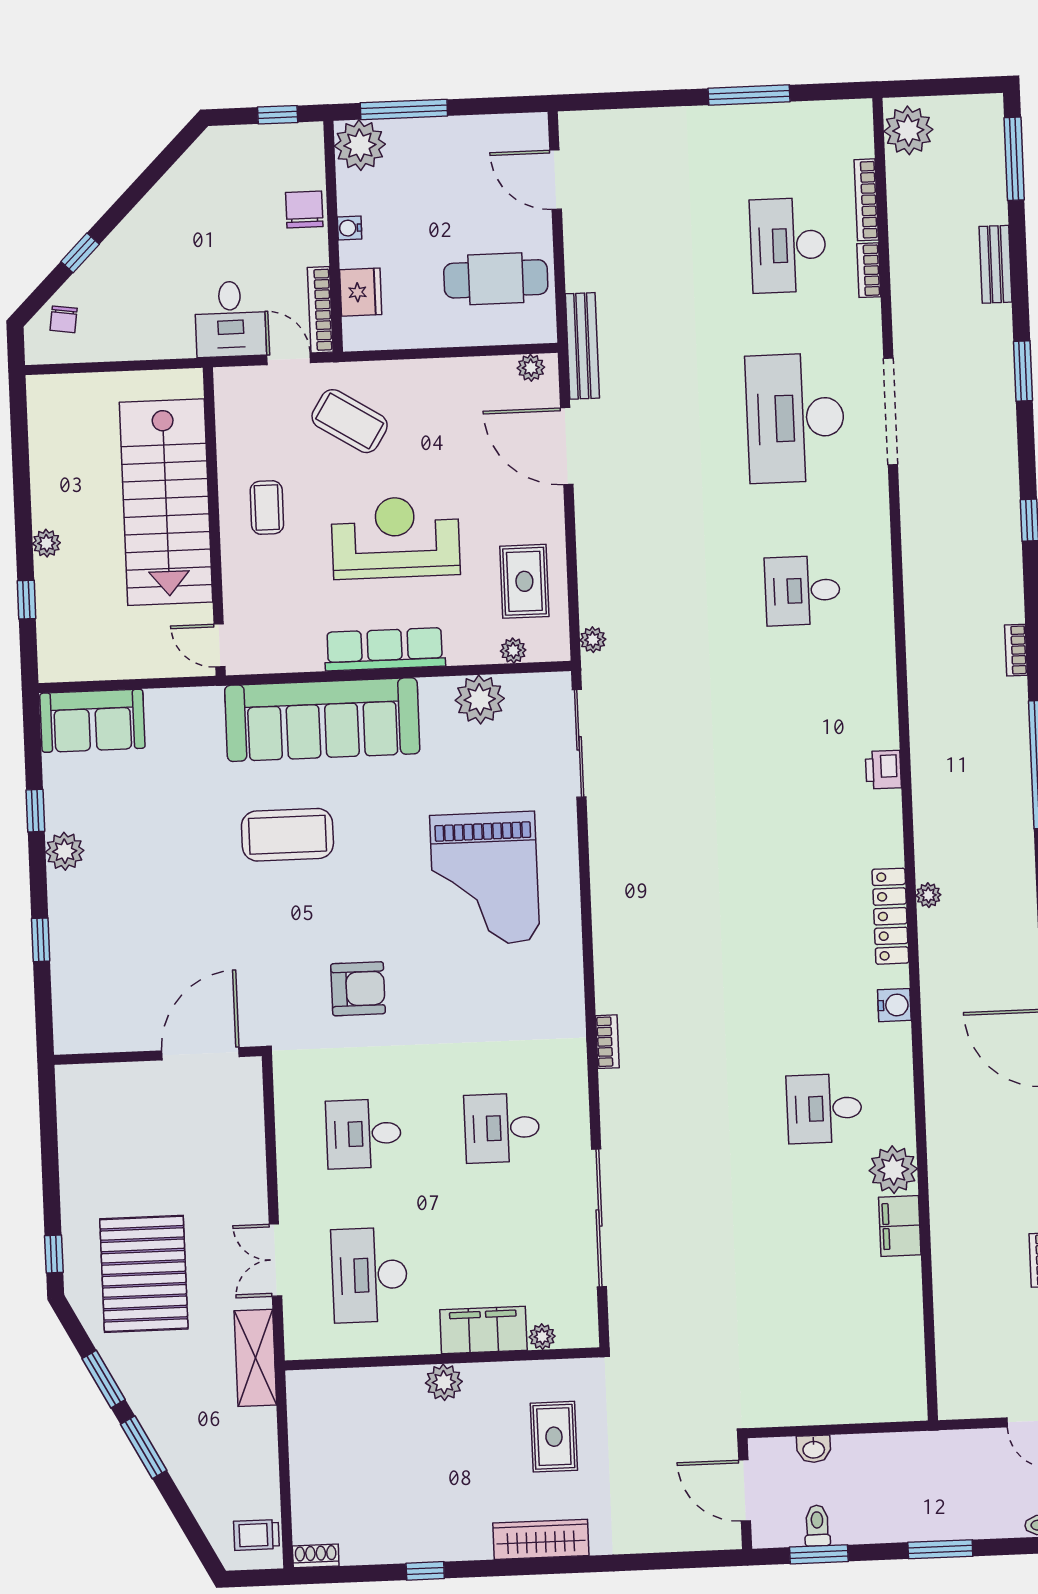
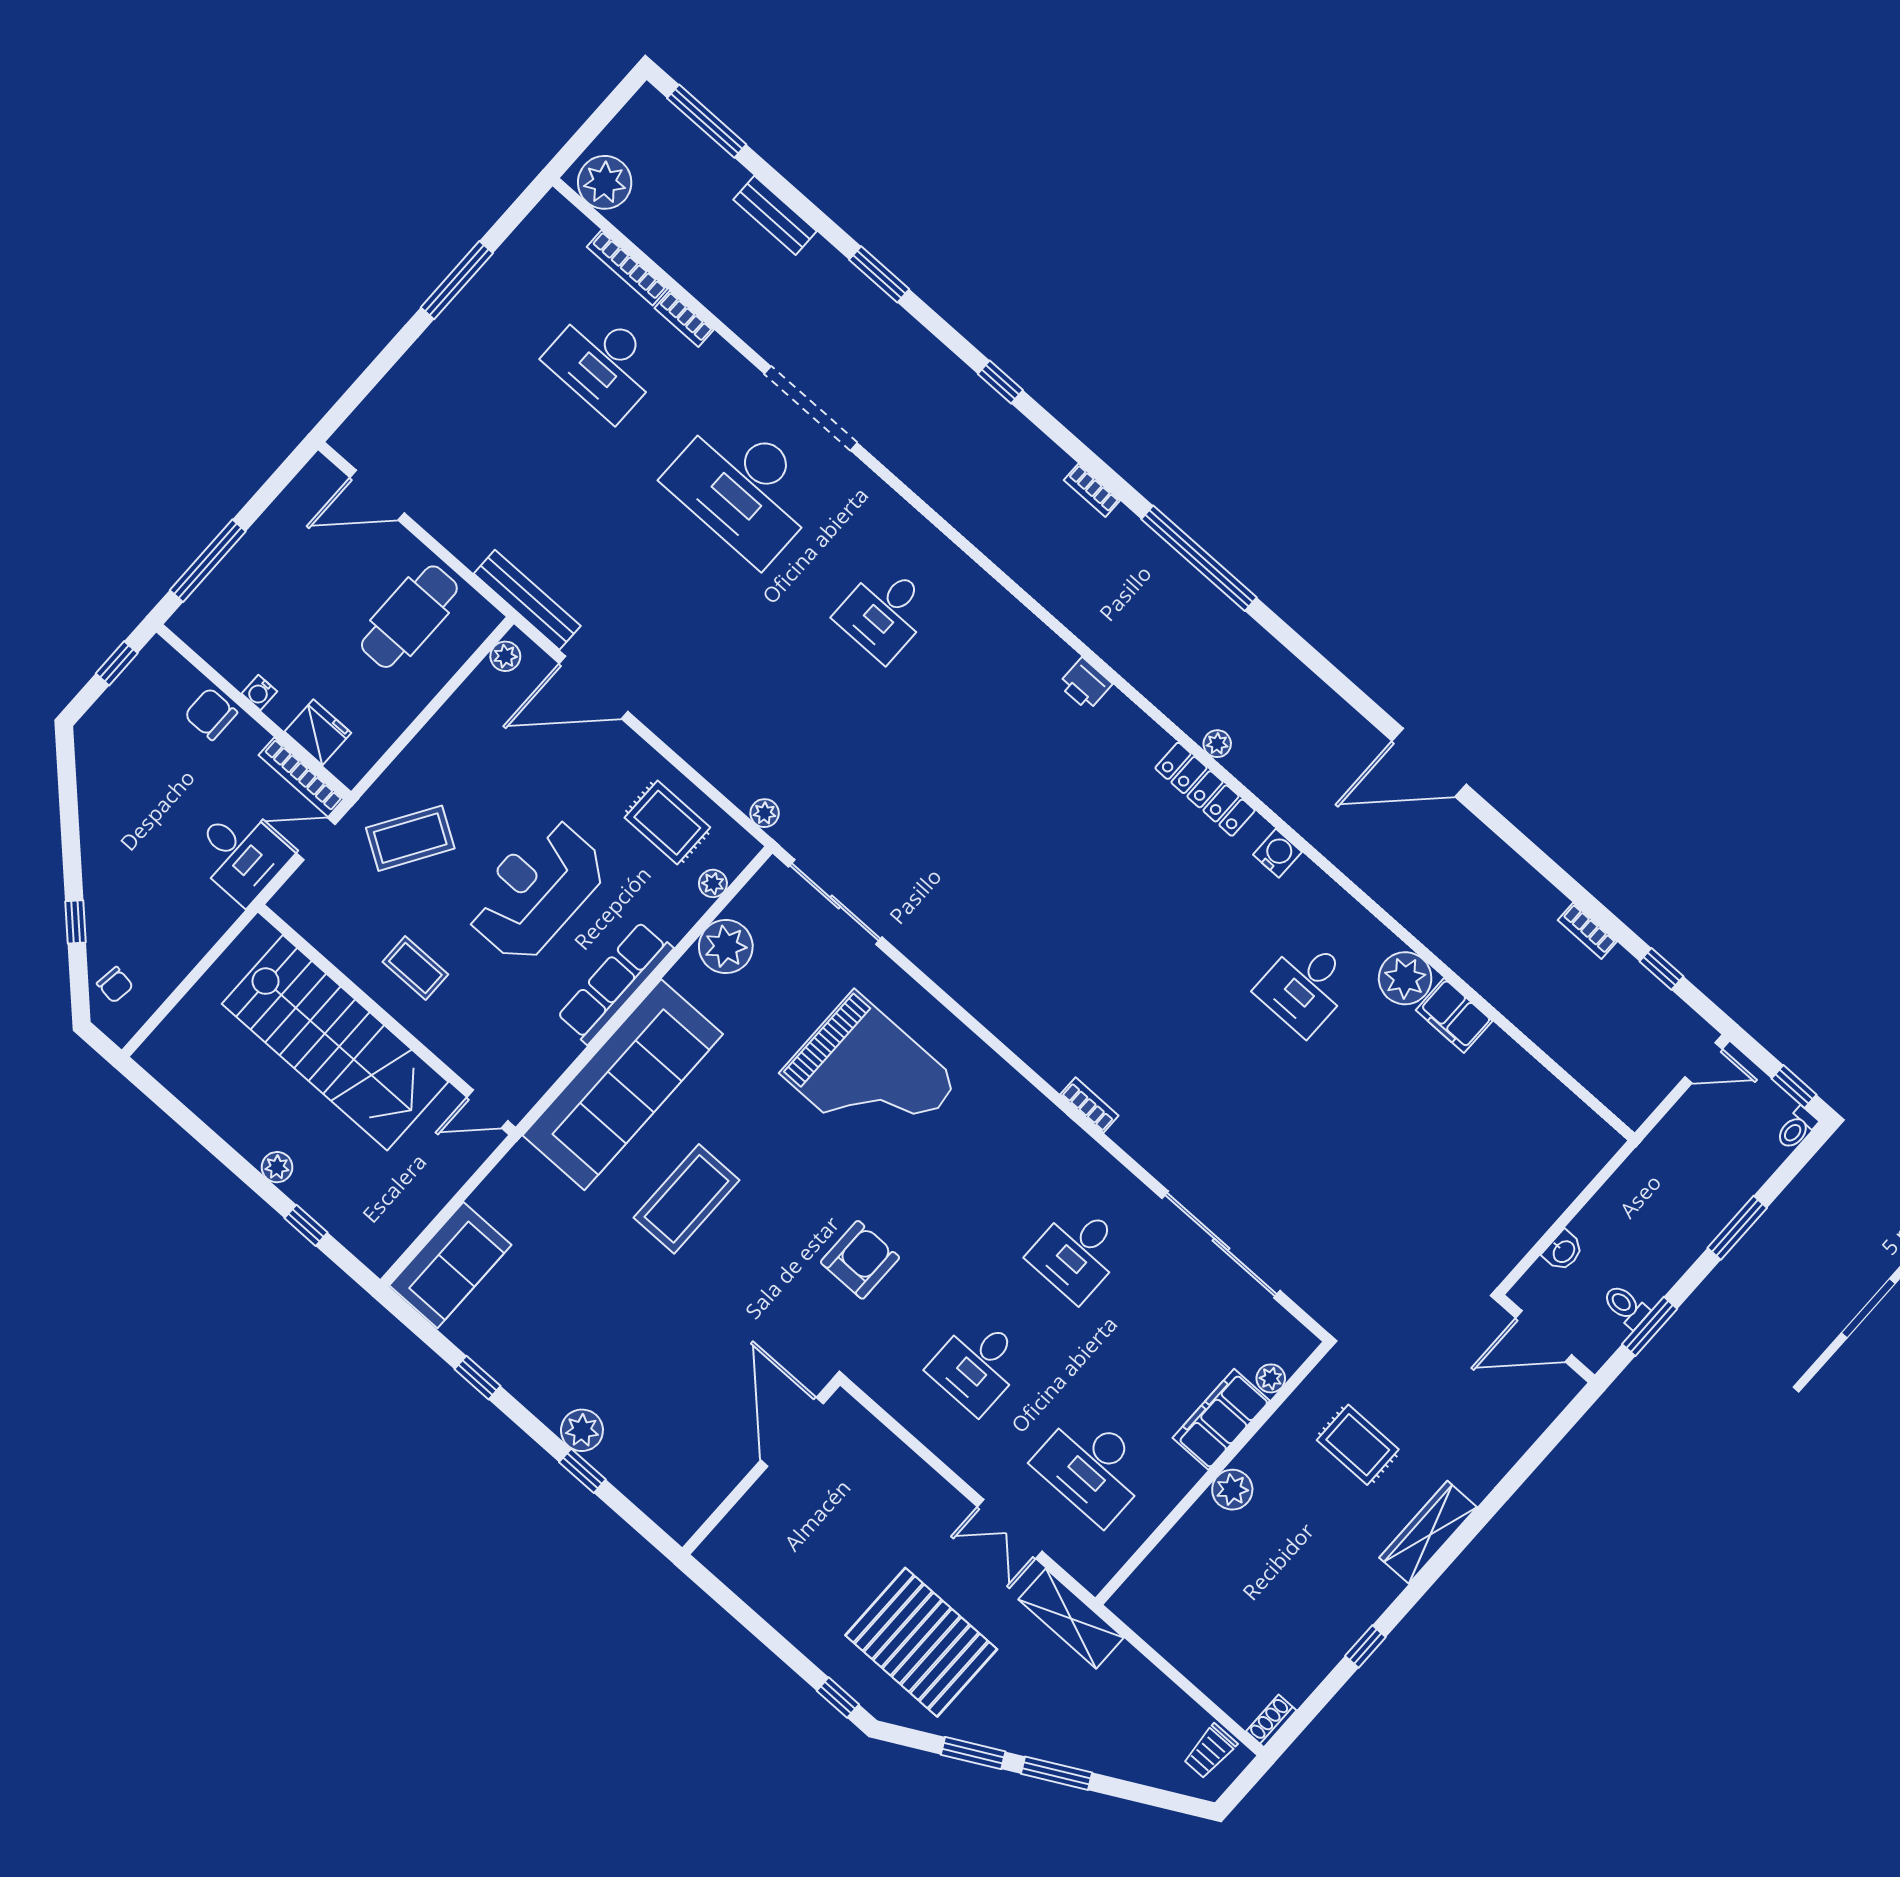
plant: (360, 145) -> (202, 622), removed
plant: (65, 851) -> (582, 1430), moved

